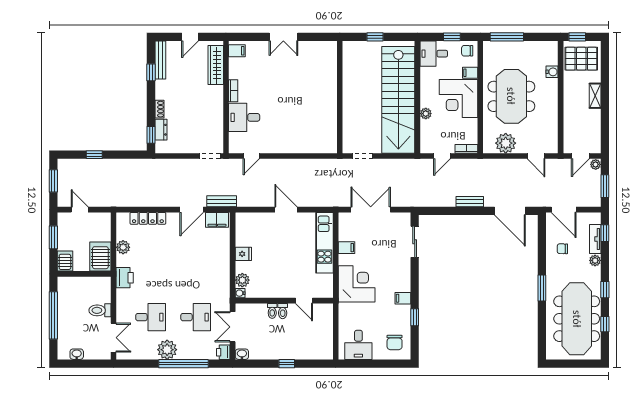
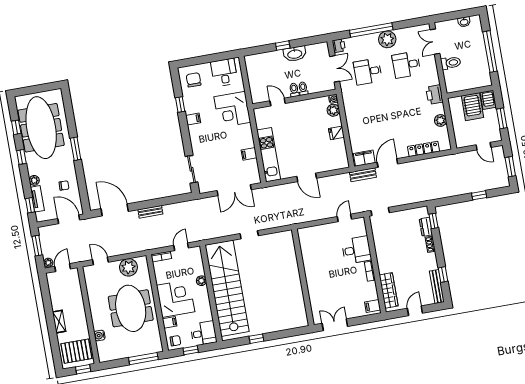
wall: (340, 97) -> (303, 277), moved
server rack: (100, 256) -> (472, 107), moved
corner desk: (357, 284) -> (232, 110), moved
washbasin: (242, 354) -> (295, 54), moved, width x1.91, depth x1.45

